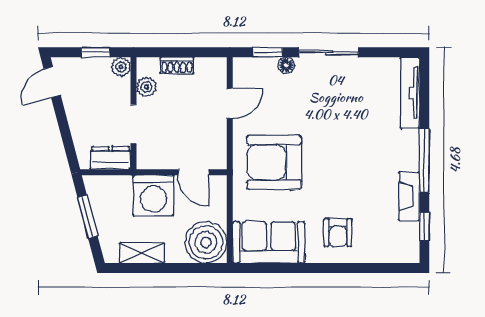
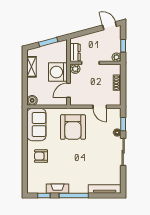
plant: (147, 87) -> (75, 69), moved
armchair: (274, 162) -> (73, 127), turned 180
boiler: (206, 242) -> (32, 100), width x0.54, depth x0.54

